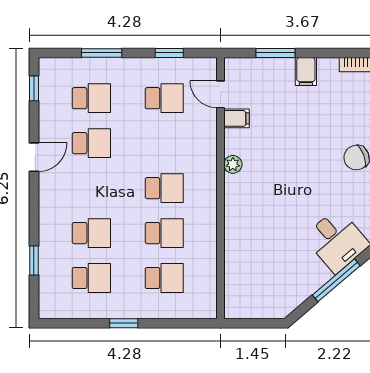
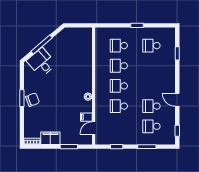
filing cabinet: (306, 72) -> (50, 138), width x2.00
door: (220, 94) -> (94, 128), swing flipped
school desk: (164, 98) -> (119, 106), moved
door: (34, 157) -> (177, 100), hinge flipped
school desk: (91, 233) -> (152, 66), removed

